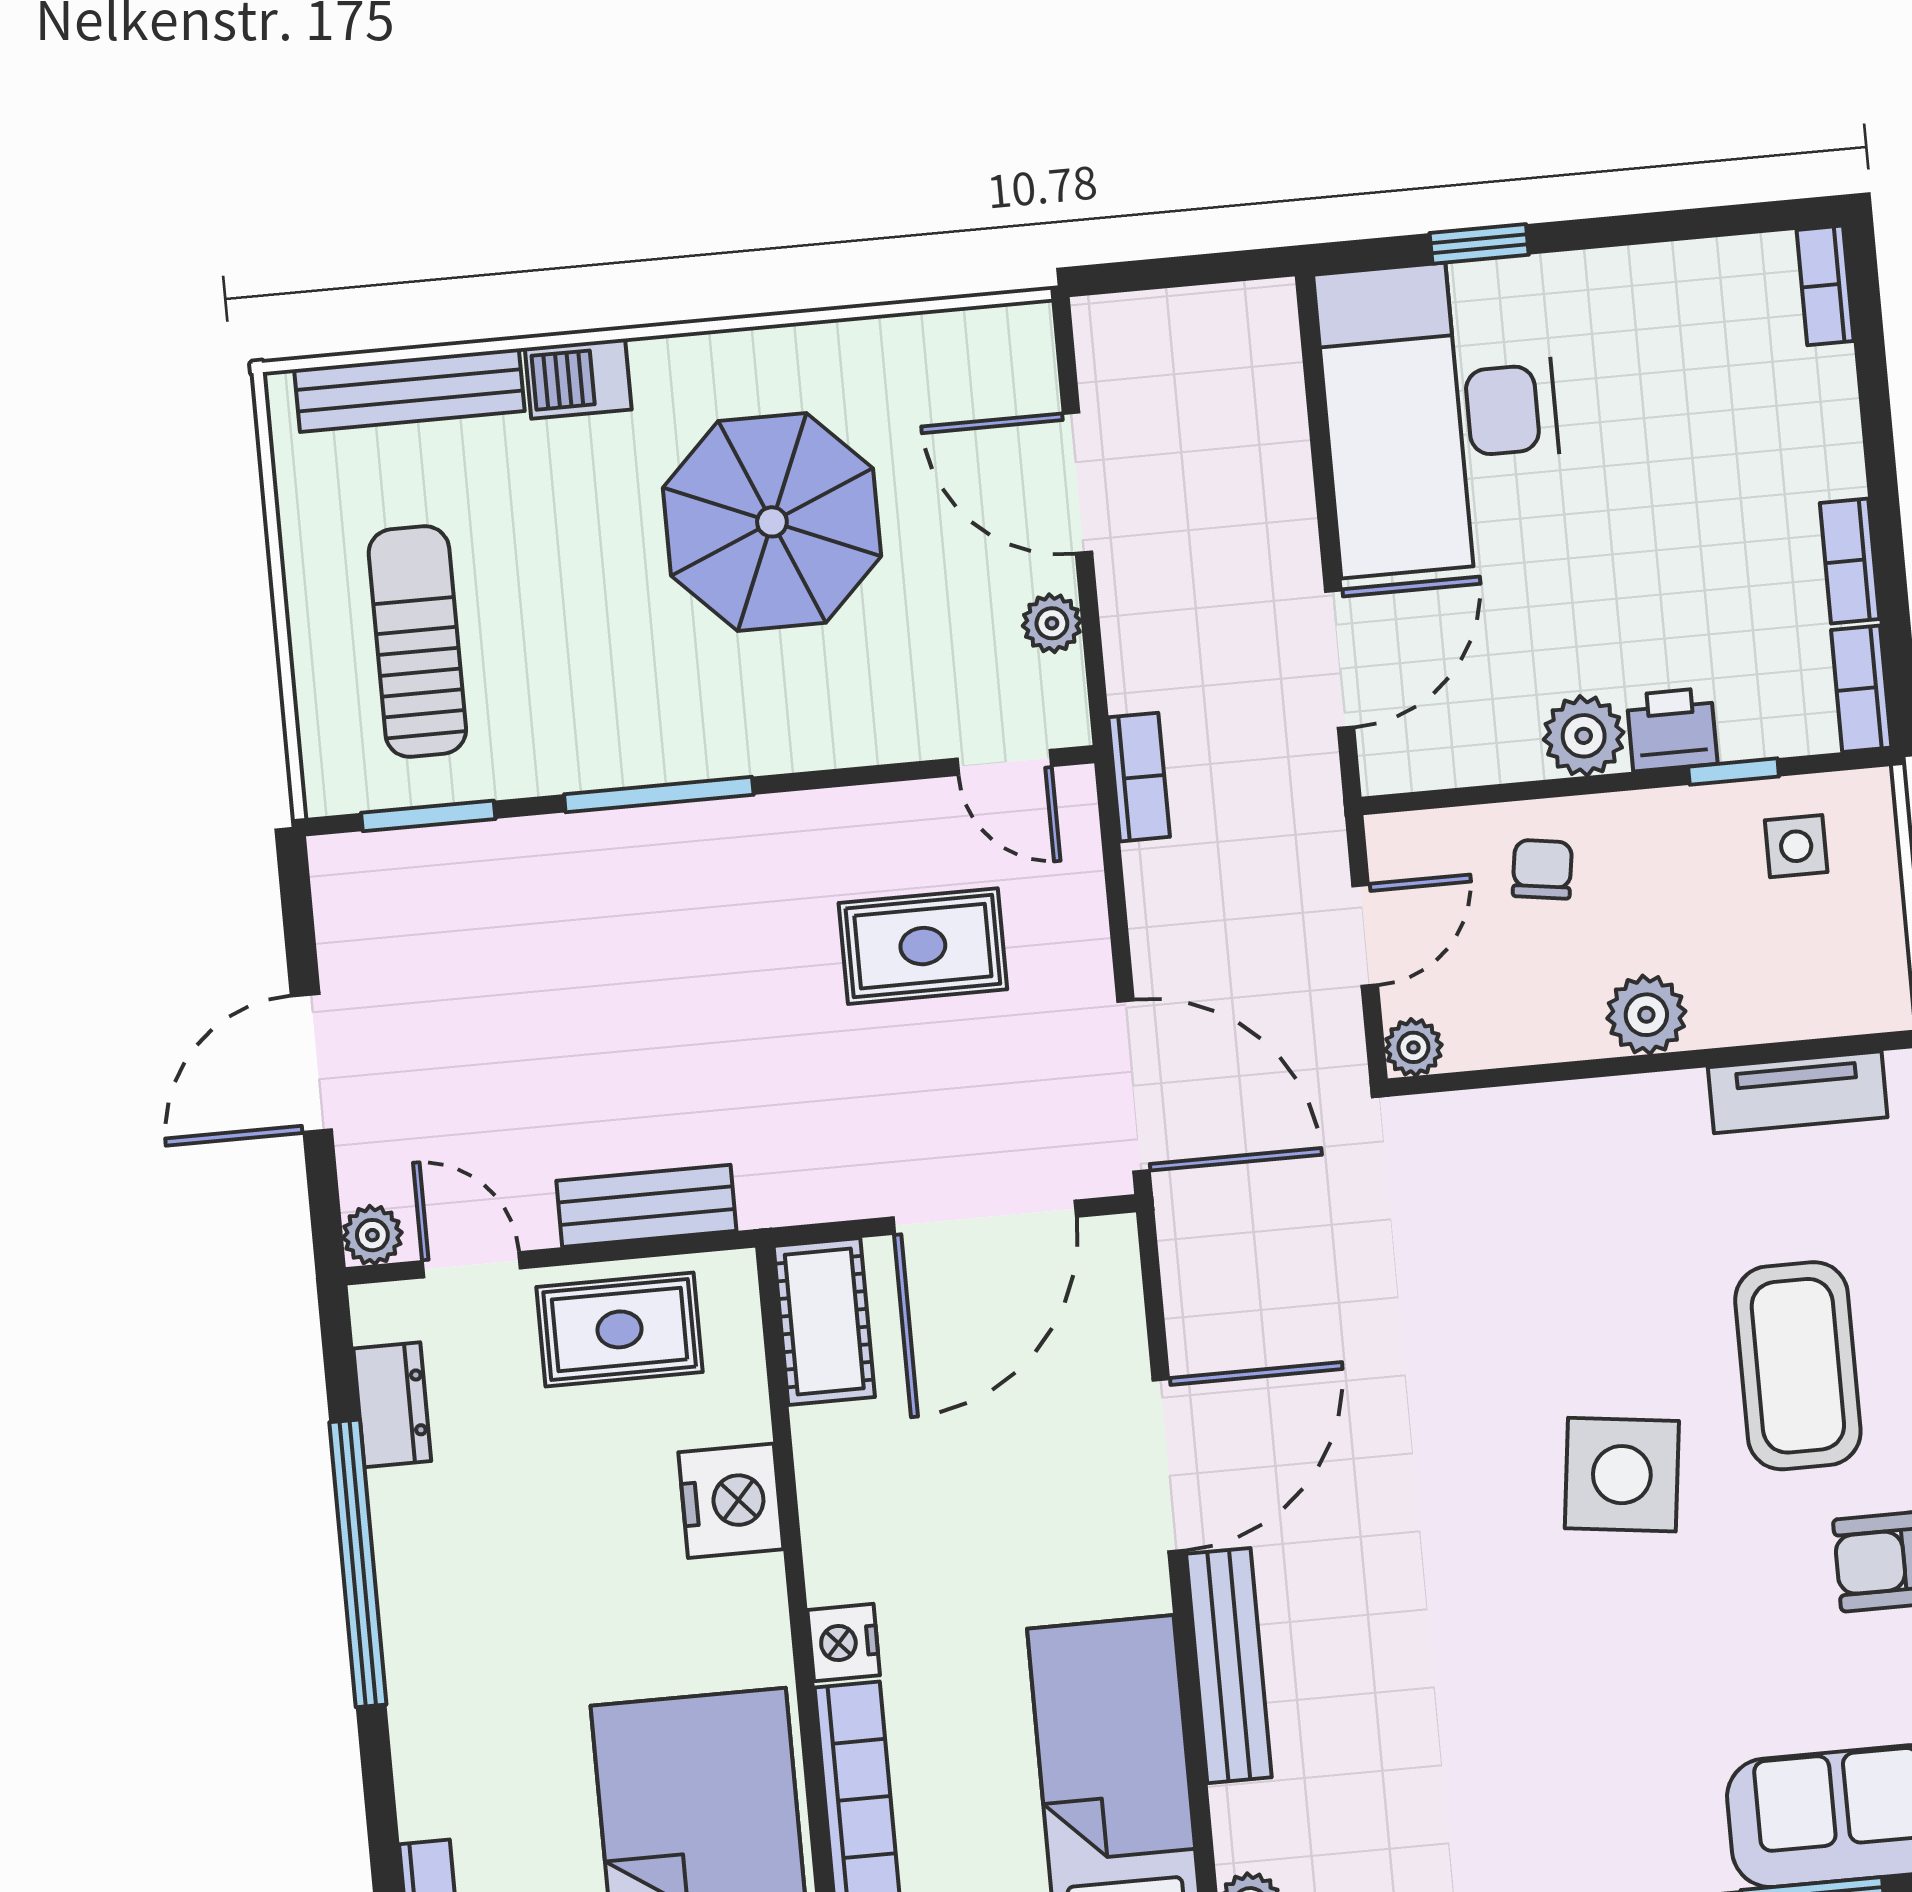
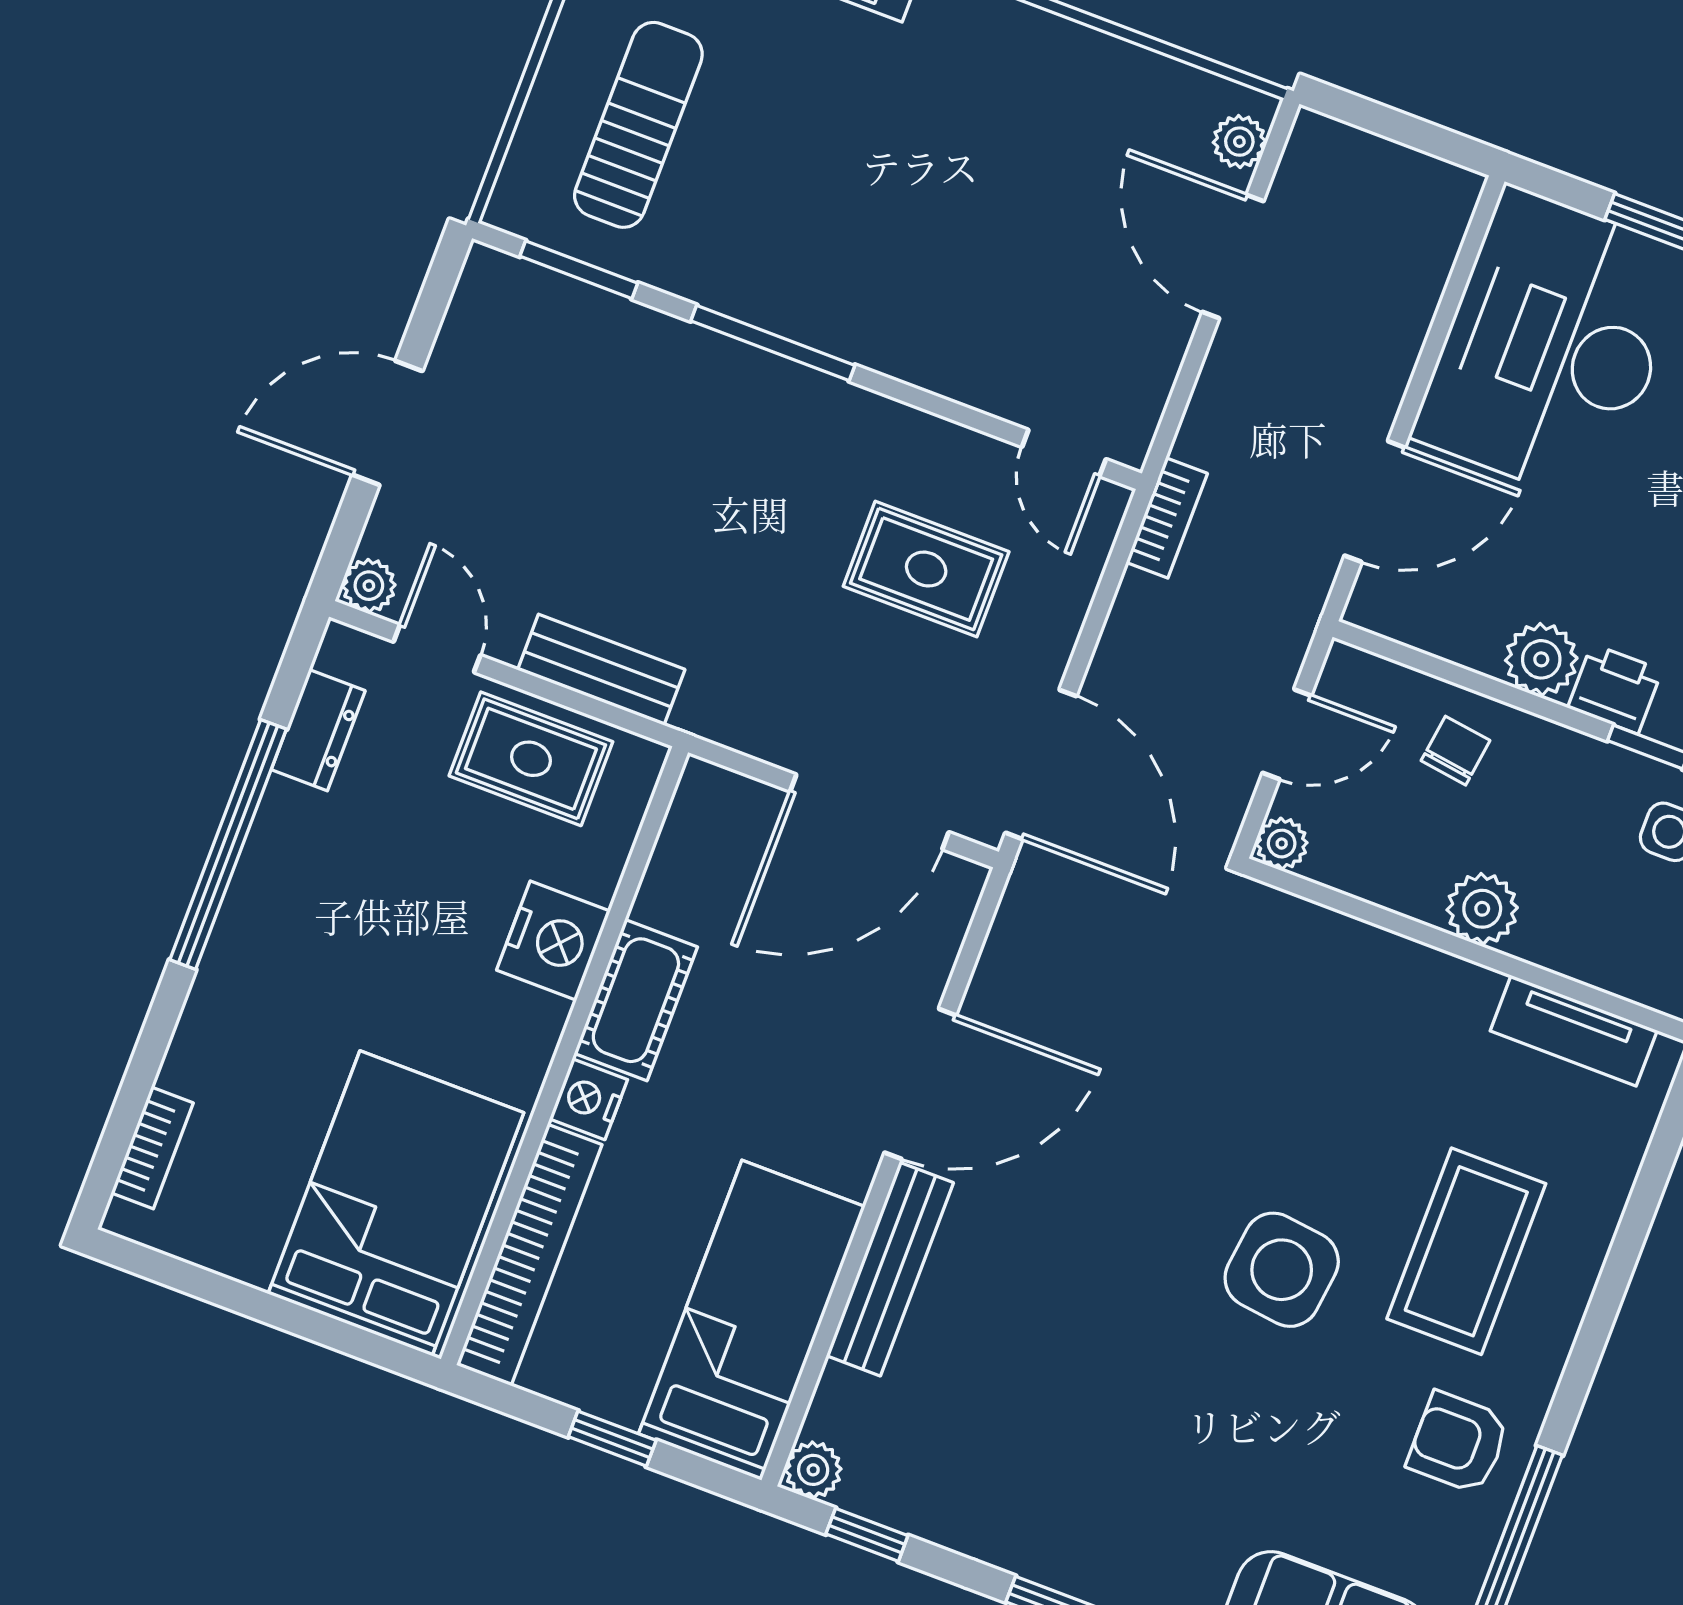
parasol: (772, 522) -> (971, 168), removed
plant: (1052, 623) -> (1239, 142), moved
cot: (824, 1321) -> (636, 1000), moved

